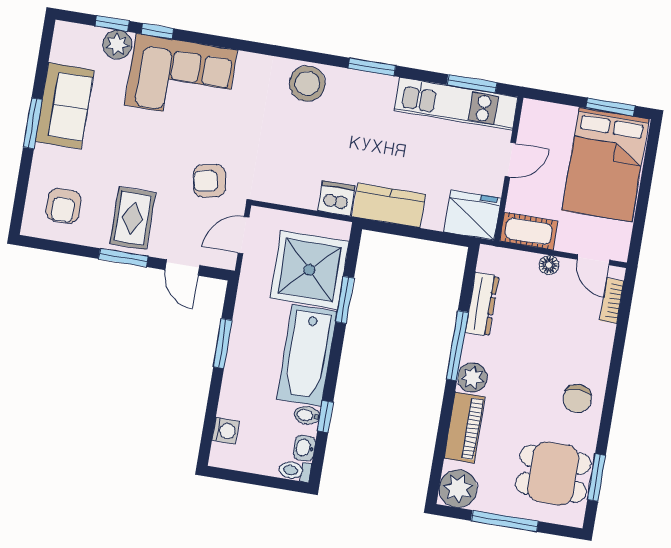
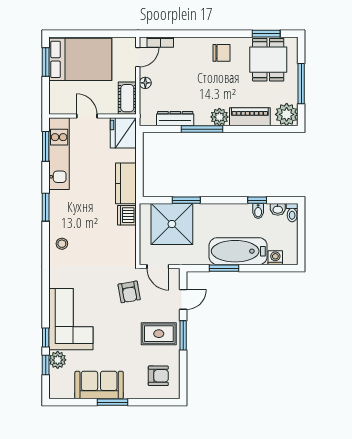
stool: (307, 84) -> (62, 244), width x0.53, depth x0.53
bathtub: (307, 355) -> (238, 251), moved, turned 180

